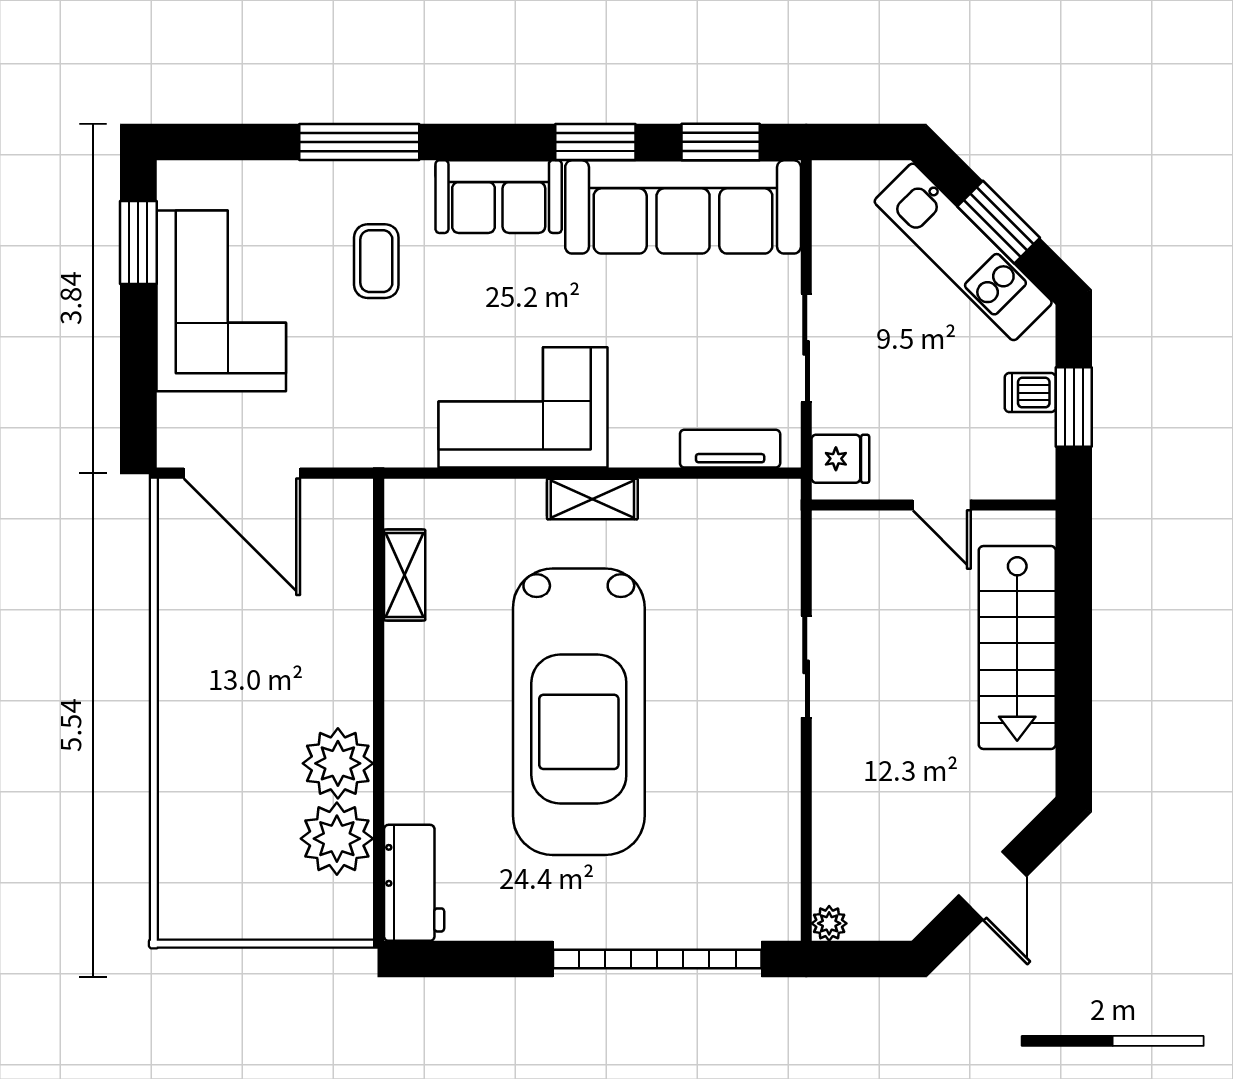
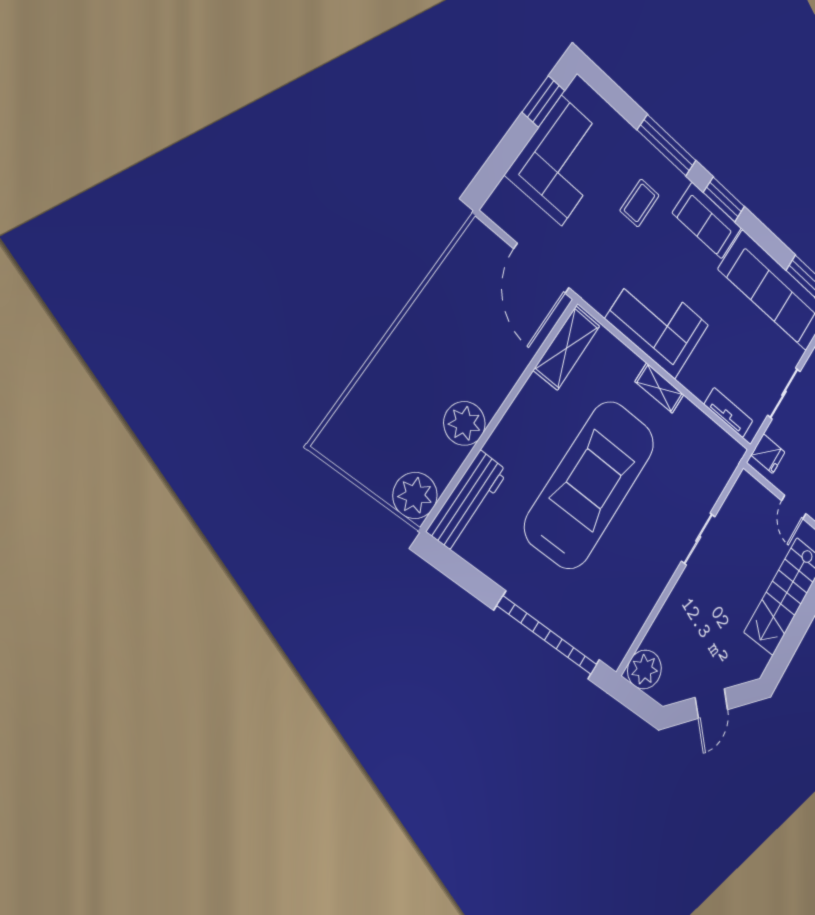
window: (595, 142) -> (724, 200), moved
door: (242, 473) -> (541, 268), moved
shelving: (405, 575) -> (567, 348), width x1.50, depth x1.33
car: (579, 712) -> (590, 484), turned 180
plant: (337, 839) -> (415, 495), moved
workbench: (414, 883) -> (467, 501), width x1.37
plant: (829, 923) -> (644, 669), width x1.87, depth x1.87

